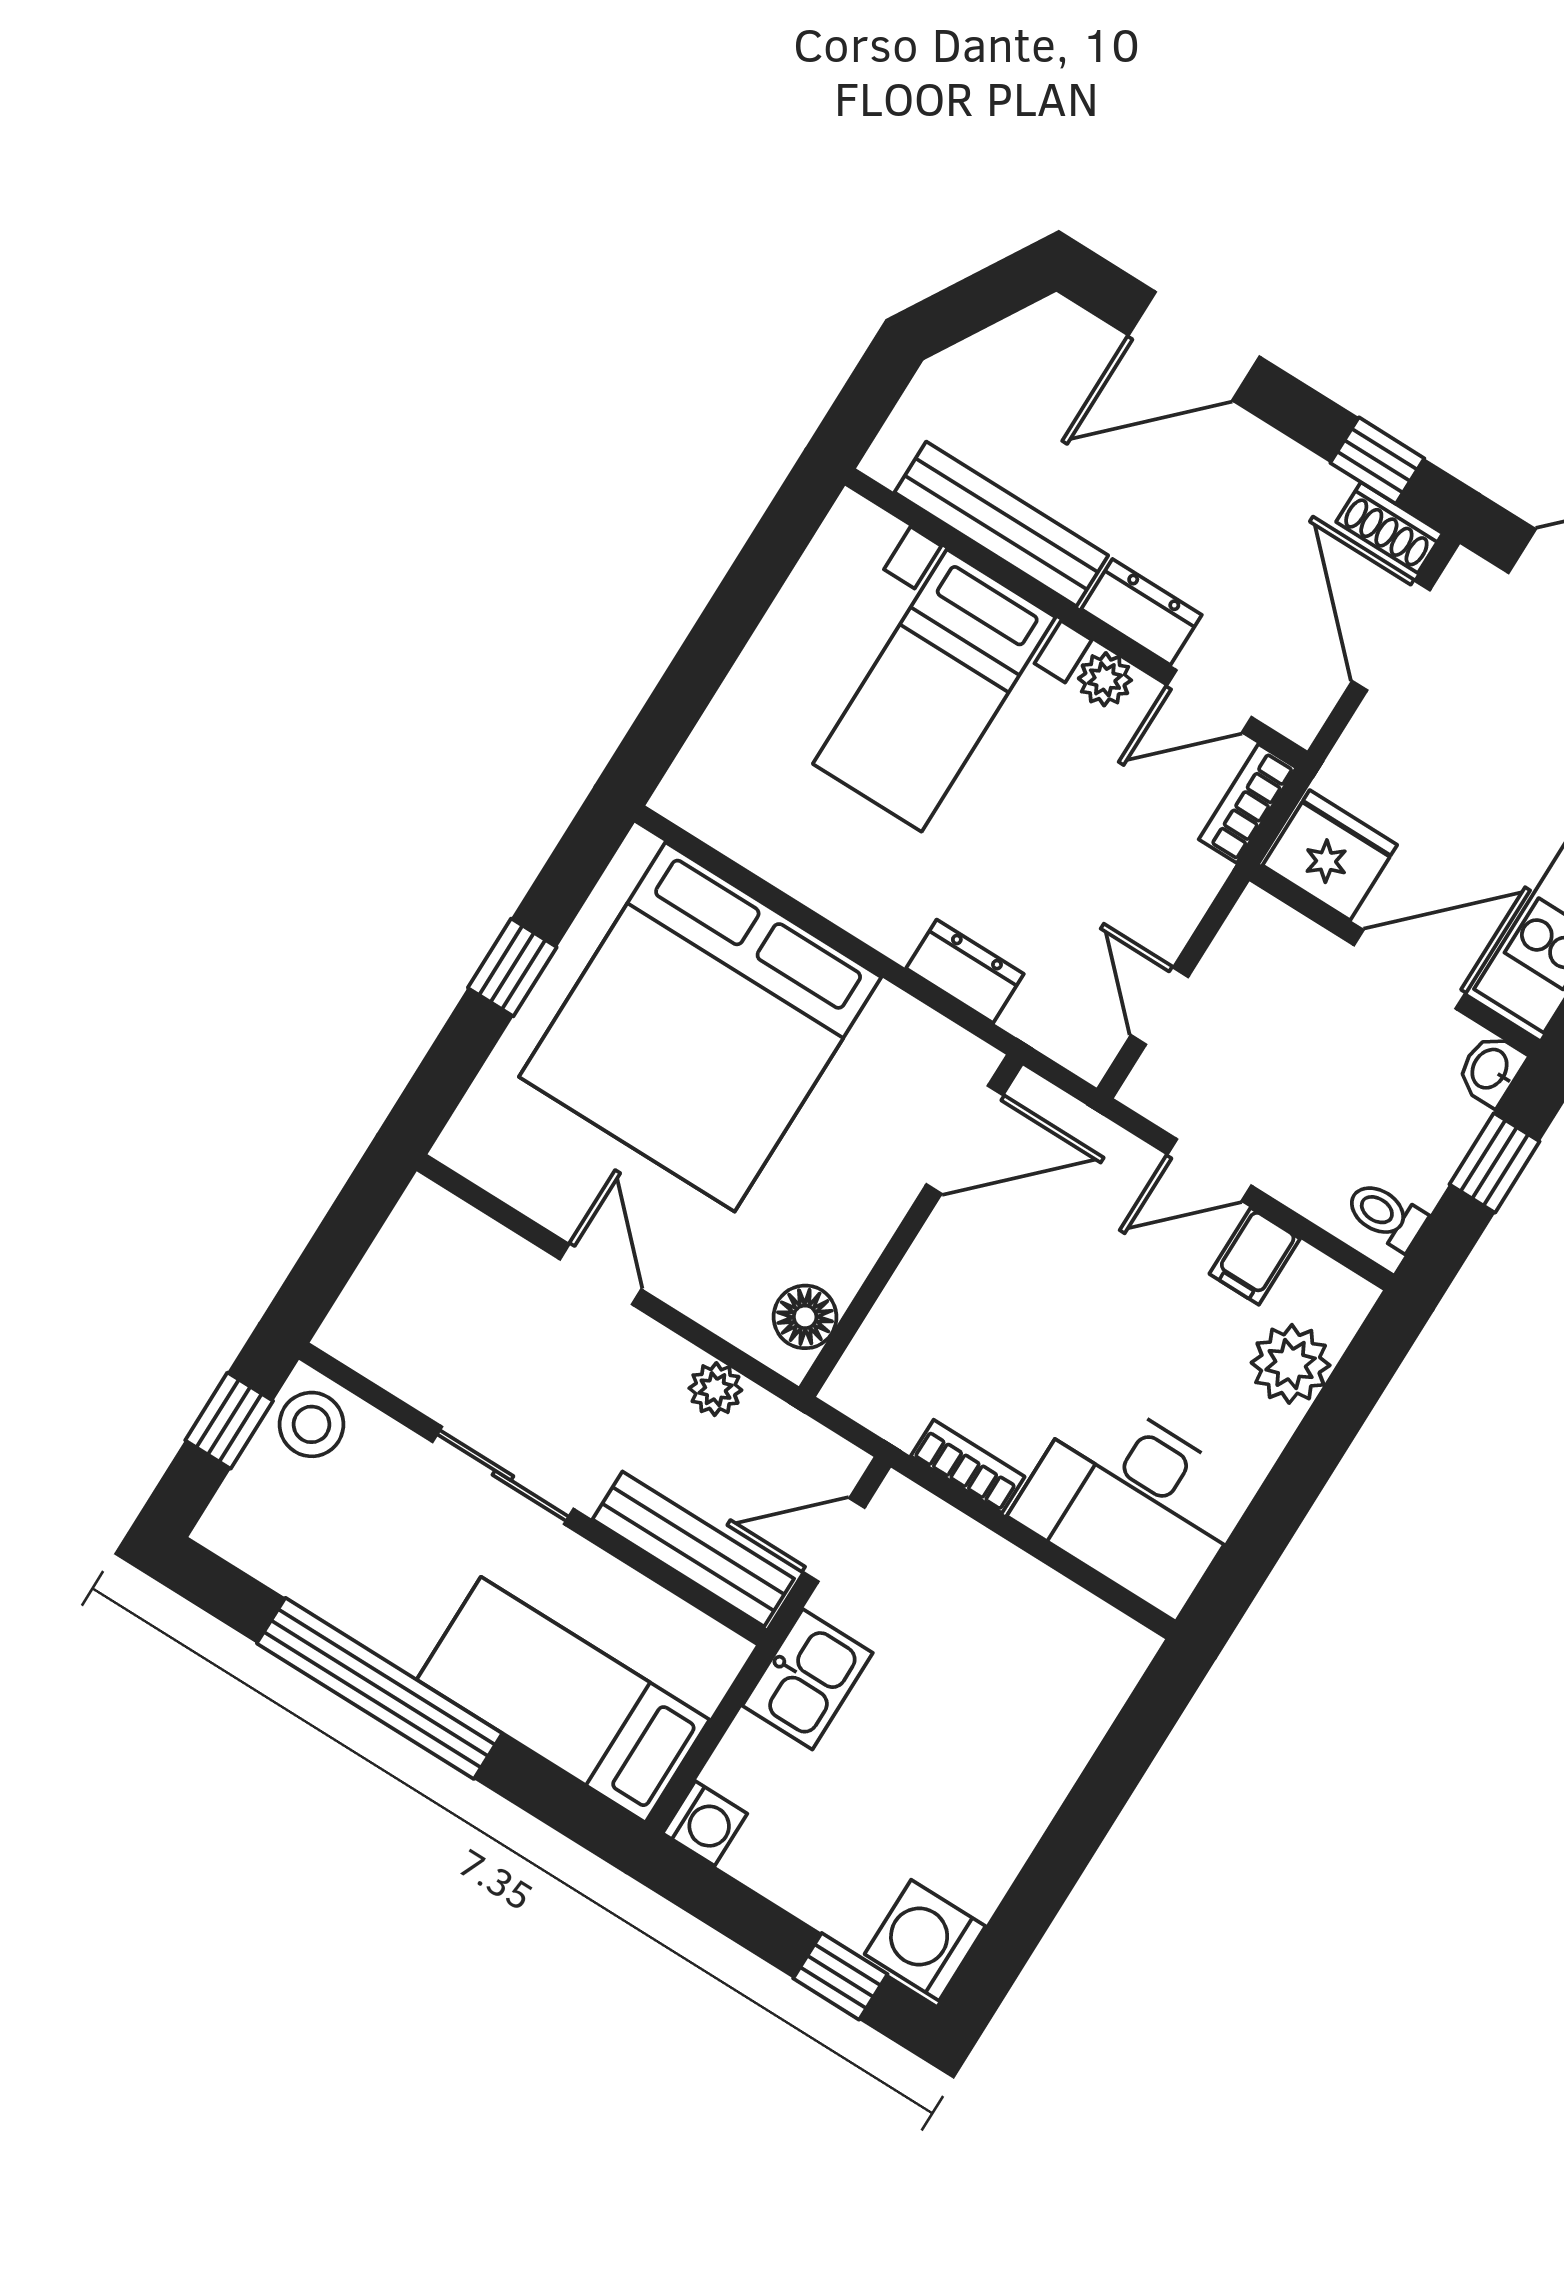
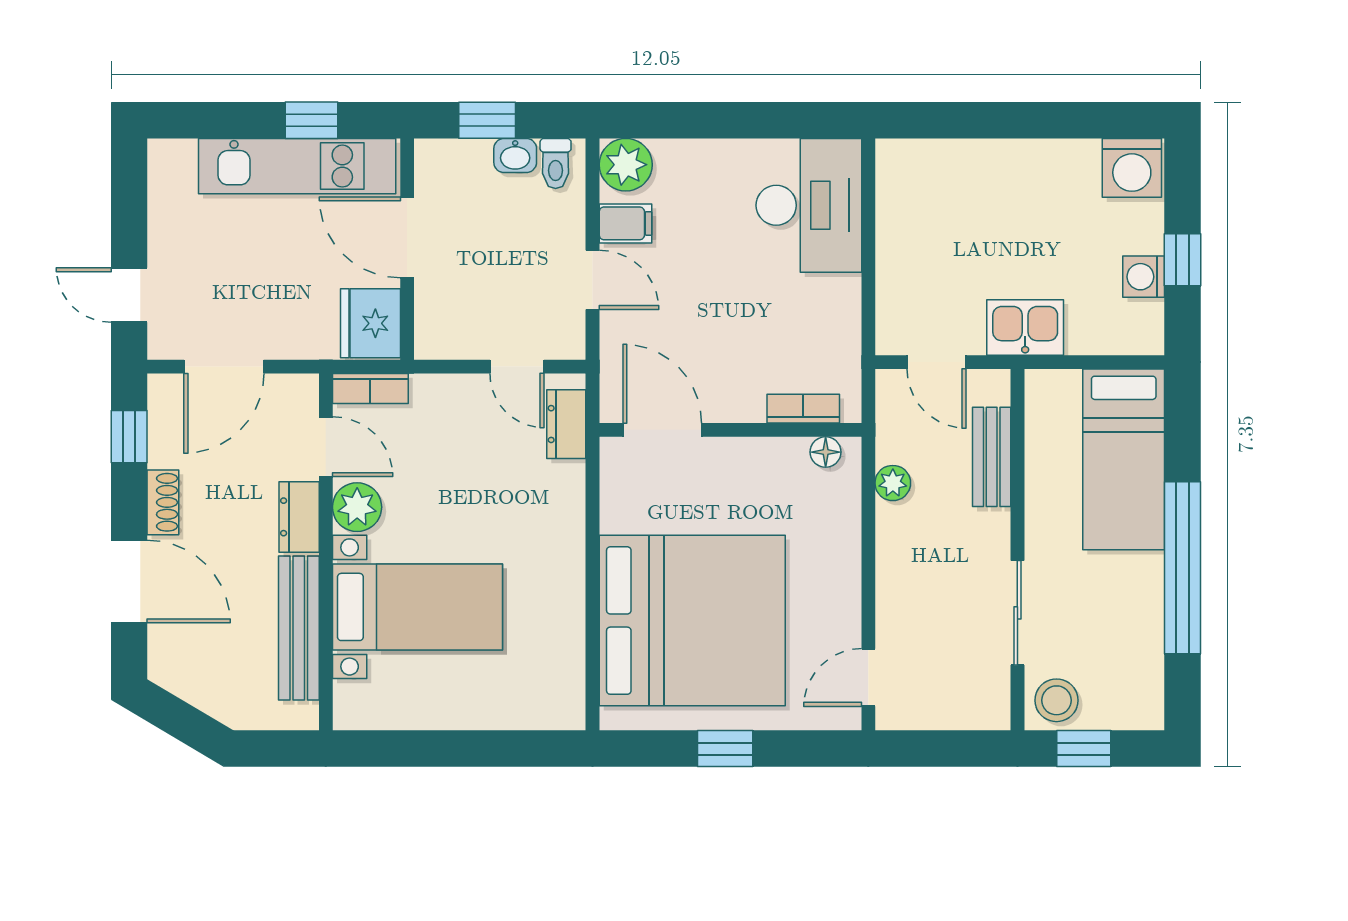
shoe rack: (1389, 528) -> (163, 502), moved
plant: (1105, 679) -> (357, 507), width x1.38, depth x1.38
dresser: (965, 971) -> (566, 424), moved
door: (1159, 1006) -> (517, 367), hinge flipped
washbasin: (1491, 1069) -> (515, 155), moved
door: (601, 1274) -> (868, 678), moved
floor lamp: (805, 1317) -> (826, 452), width x0.73, depth x0.73
plant: (1291, 1364) -> (626, 165), moved
bookcase: (968, 1466) -> (803, 409), moved, turned 90
sliding door: (503, 1475) -> (1017, 613), moved
bench: (693, 1549) -> (992, 457), width x0.73
washing machine: (705, 1823) -> (1144, 277), moved, turned -90
window: (840, 1976) -> (1182, 260), moved

